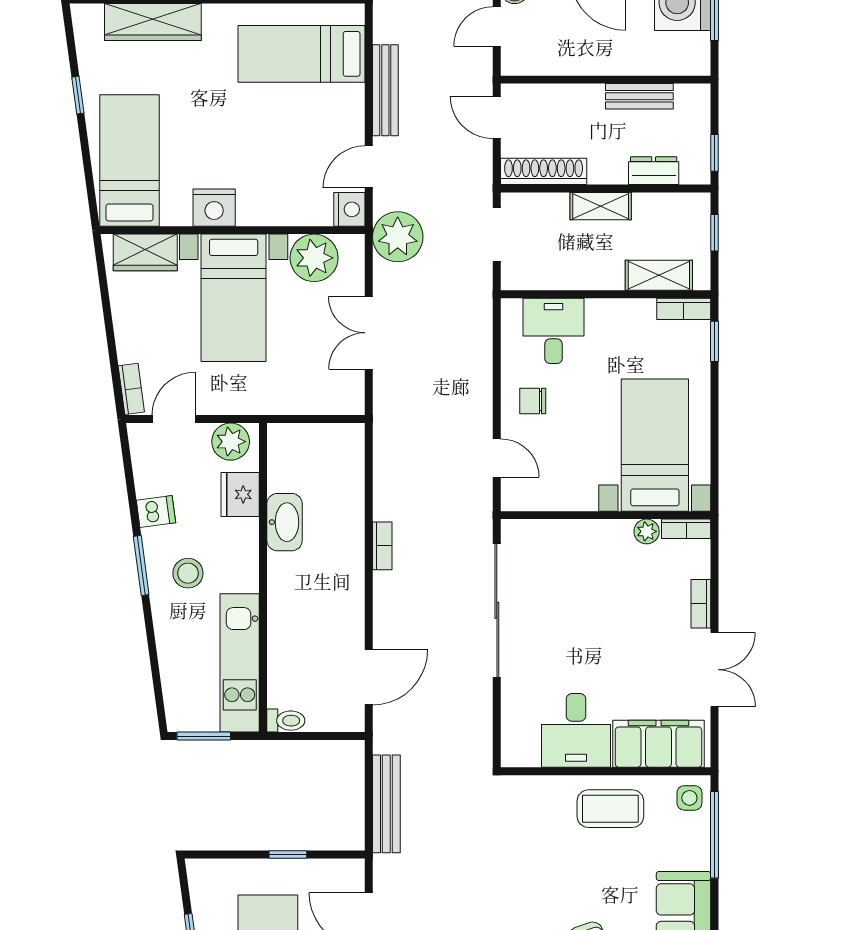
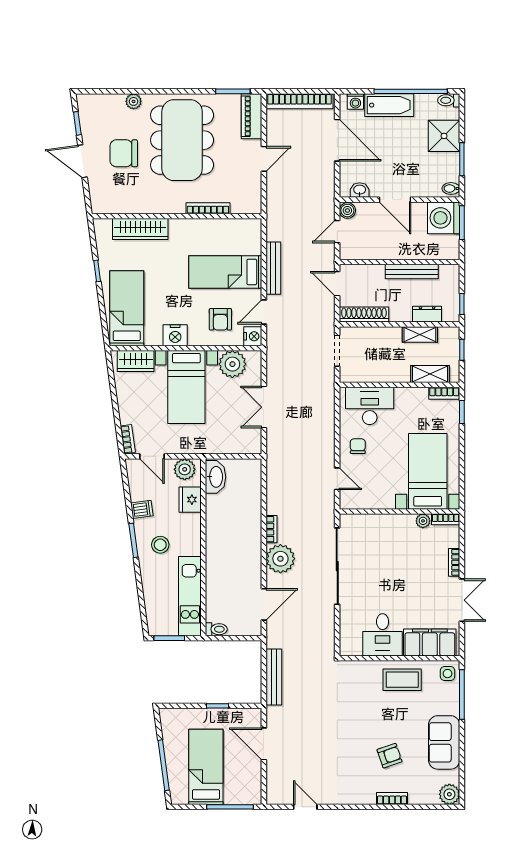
bed: (301, 54) -> (225, 272), moved
bench: (639, 96) -> (412, 272), width x1.36
armchair: (293, 180) -> (220, 319), added
shelving: (601, 206) -> (420, 334), moved
plant: (398, 237) -> (280, 559), moved
desk: (554, 331) -> (370, 406), width x1.37
chair: (533, 401) -> (358, 446), turned 90
door: (174, 419) -> (152, 456), swing flipped
washbasin: (285, 522) -> (216, 477), moved

